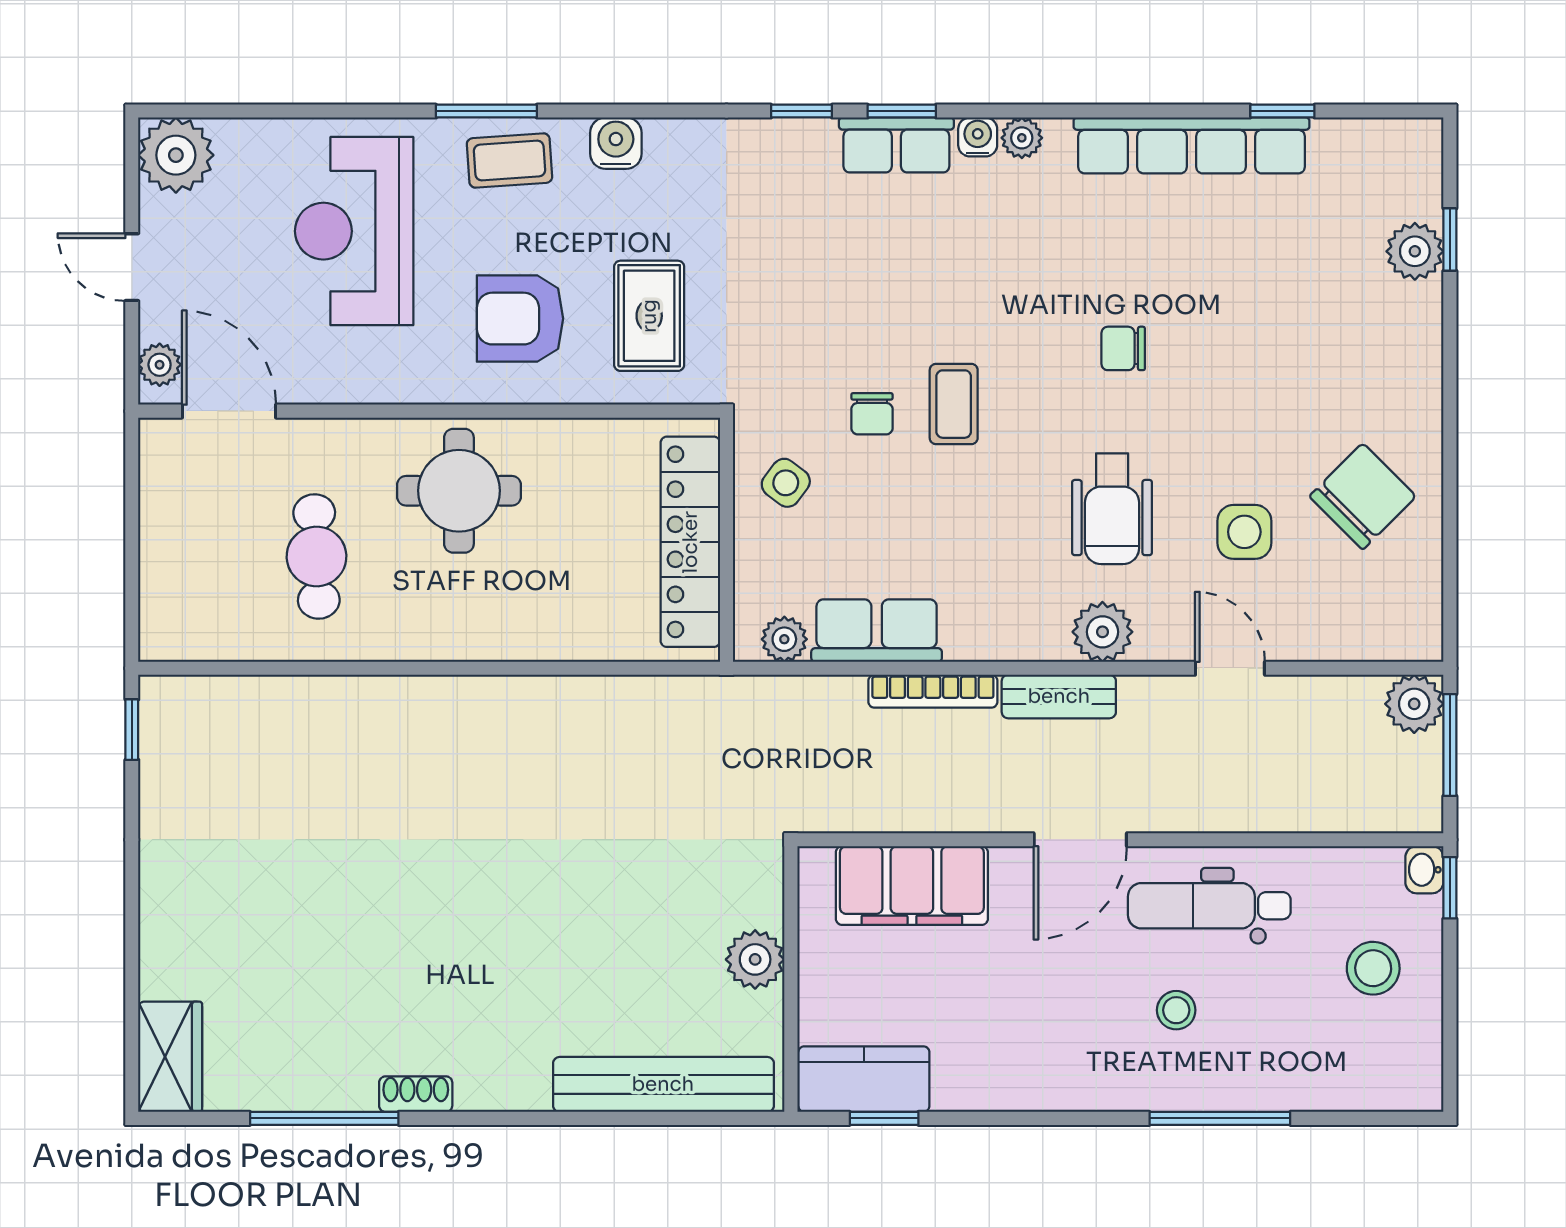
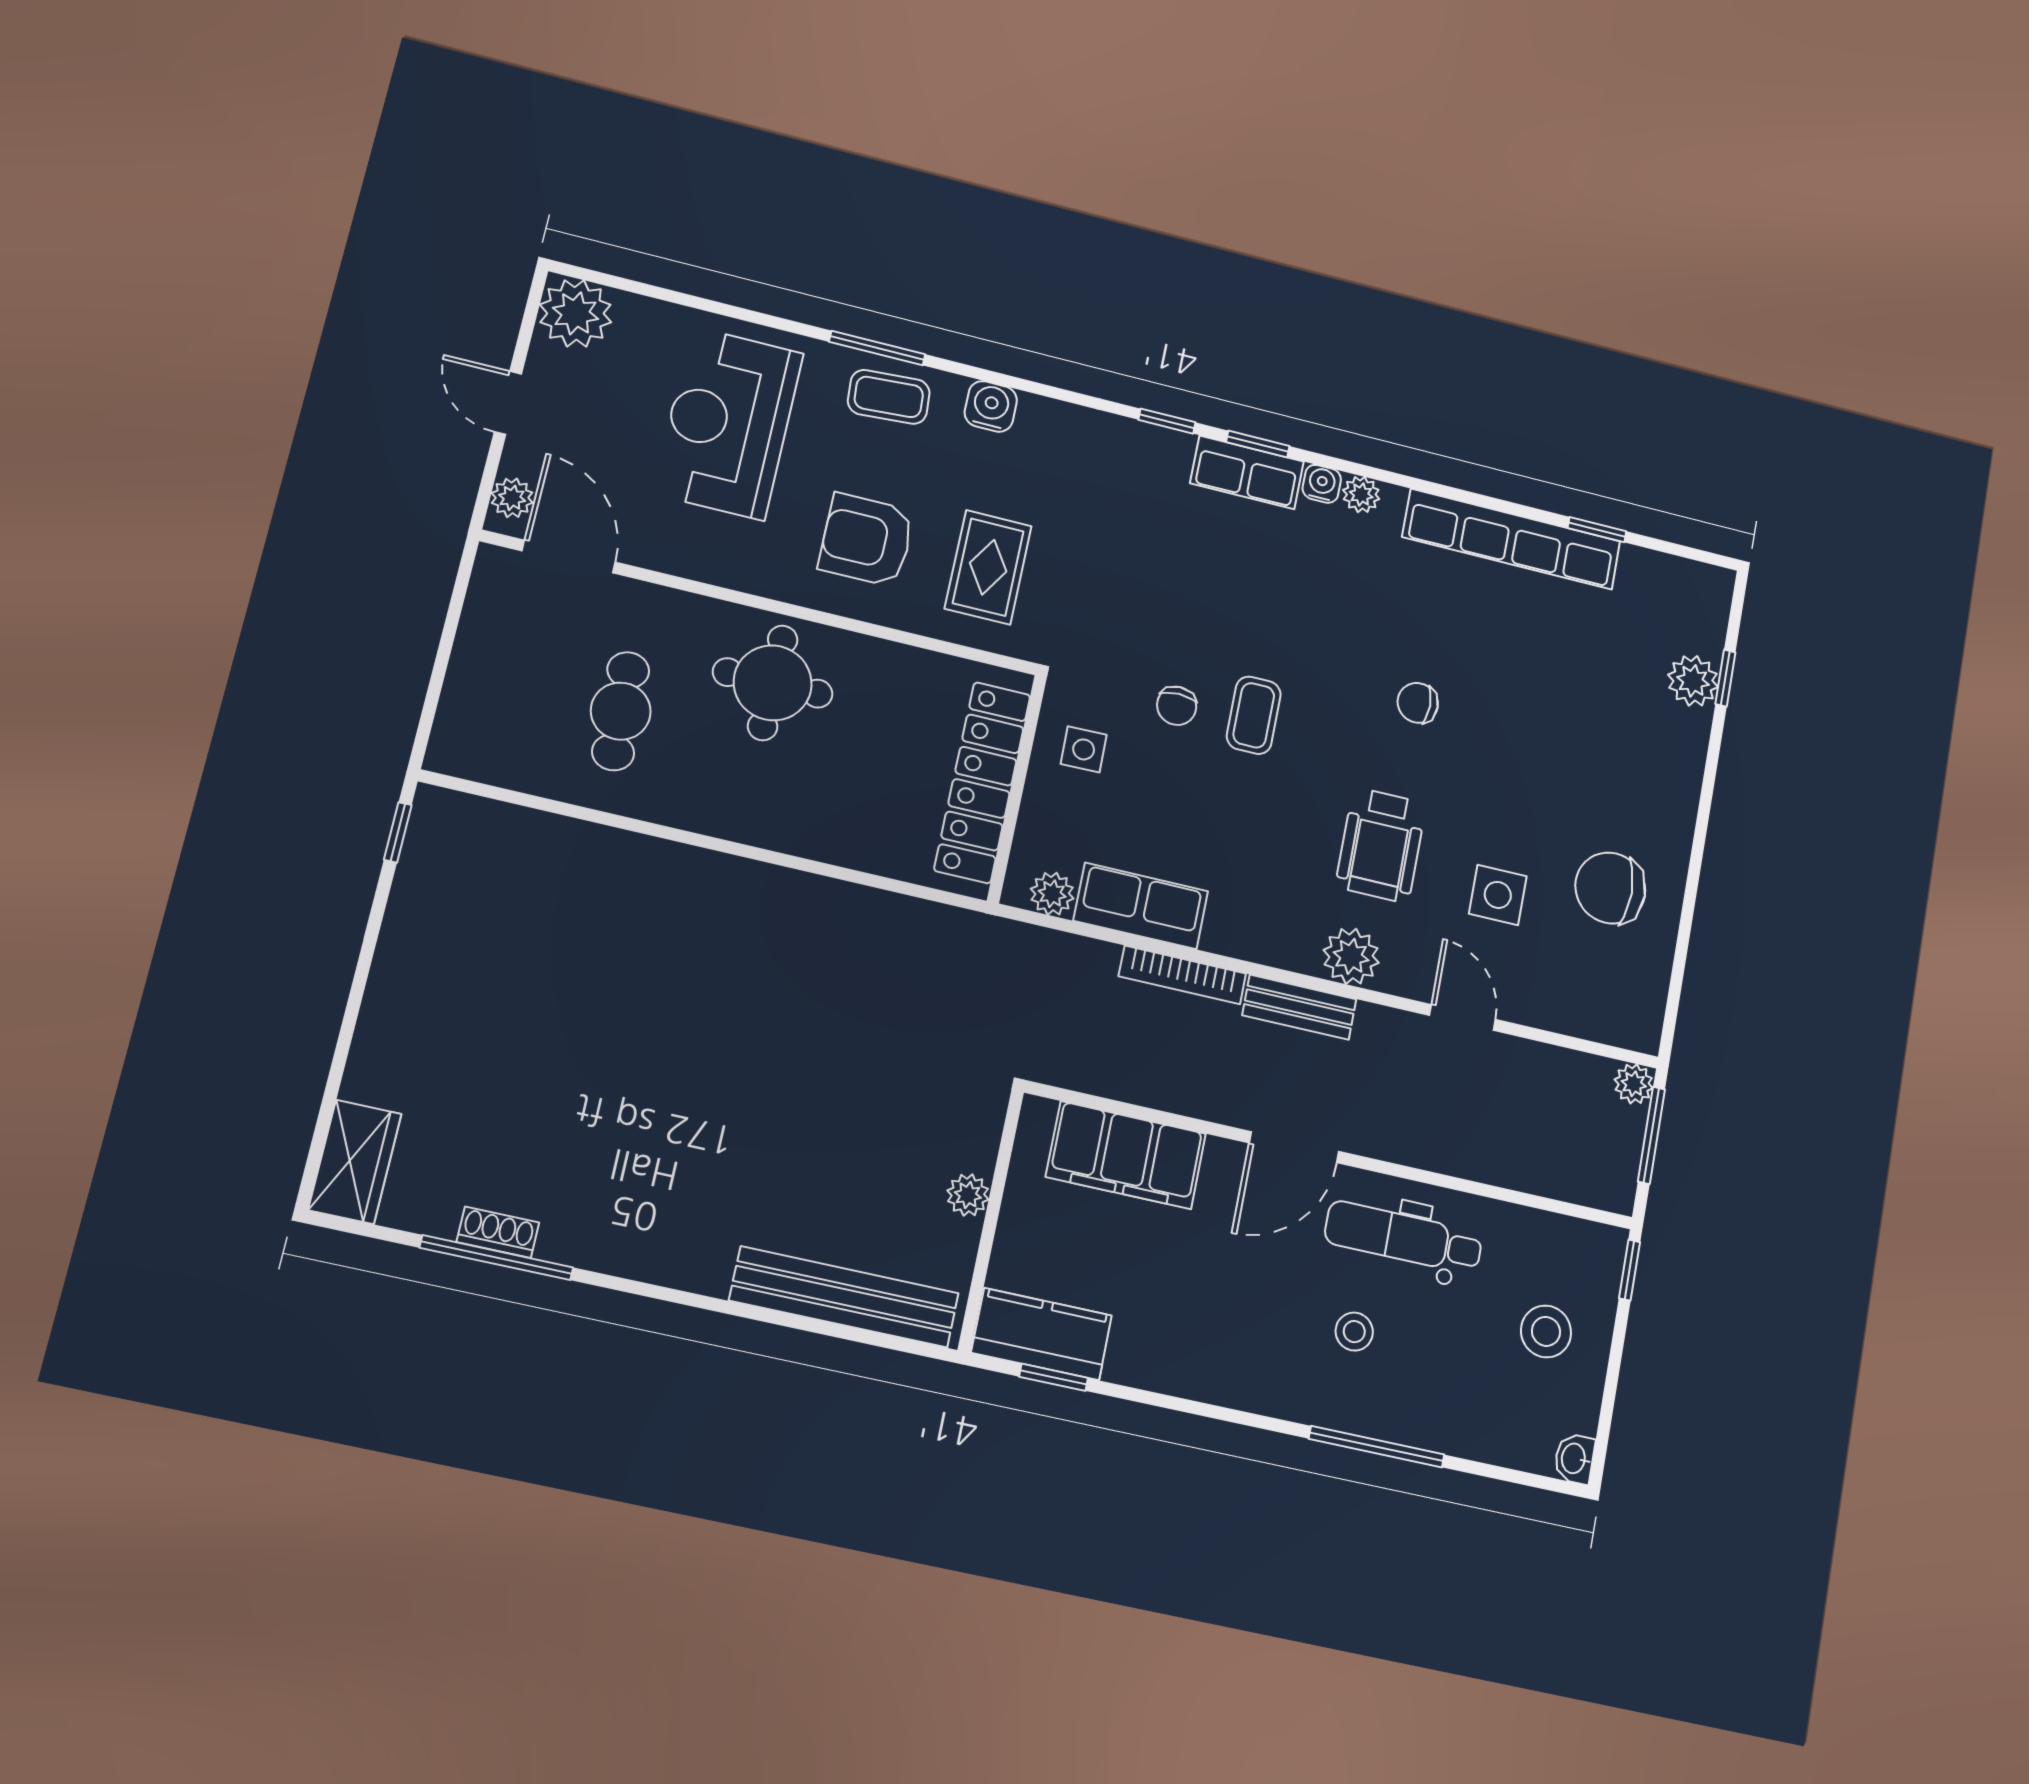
side table: (786, 483) -> (1084, 749), turned -38
chair: (1363, 496) -> (1610, 888), turned -135
plant: (1414, 704) -> (1634, 1084), width x0.73, depth x0.73
washbasin: (1424, 870) -> (1574, 1459), moved
plant: (755, 959) -> (968, 1195), width x0.73, depth x0.73
shoe rack: (416, 1094) -> (498, 1232), moved

